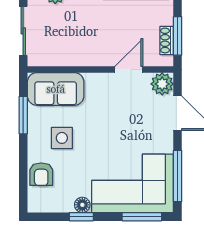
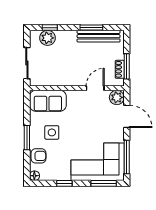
window: (23, 115) -> (27, 138), moved
armchair: (41, 174) -> (39, 156), turned -90
floor lamp: (82, 205) -> (34, 176), moved

